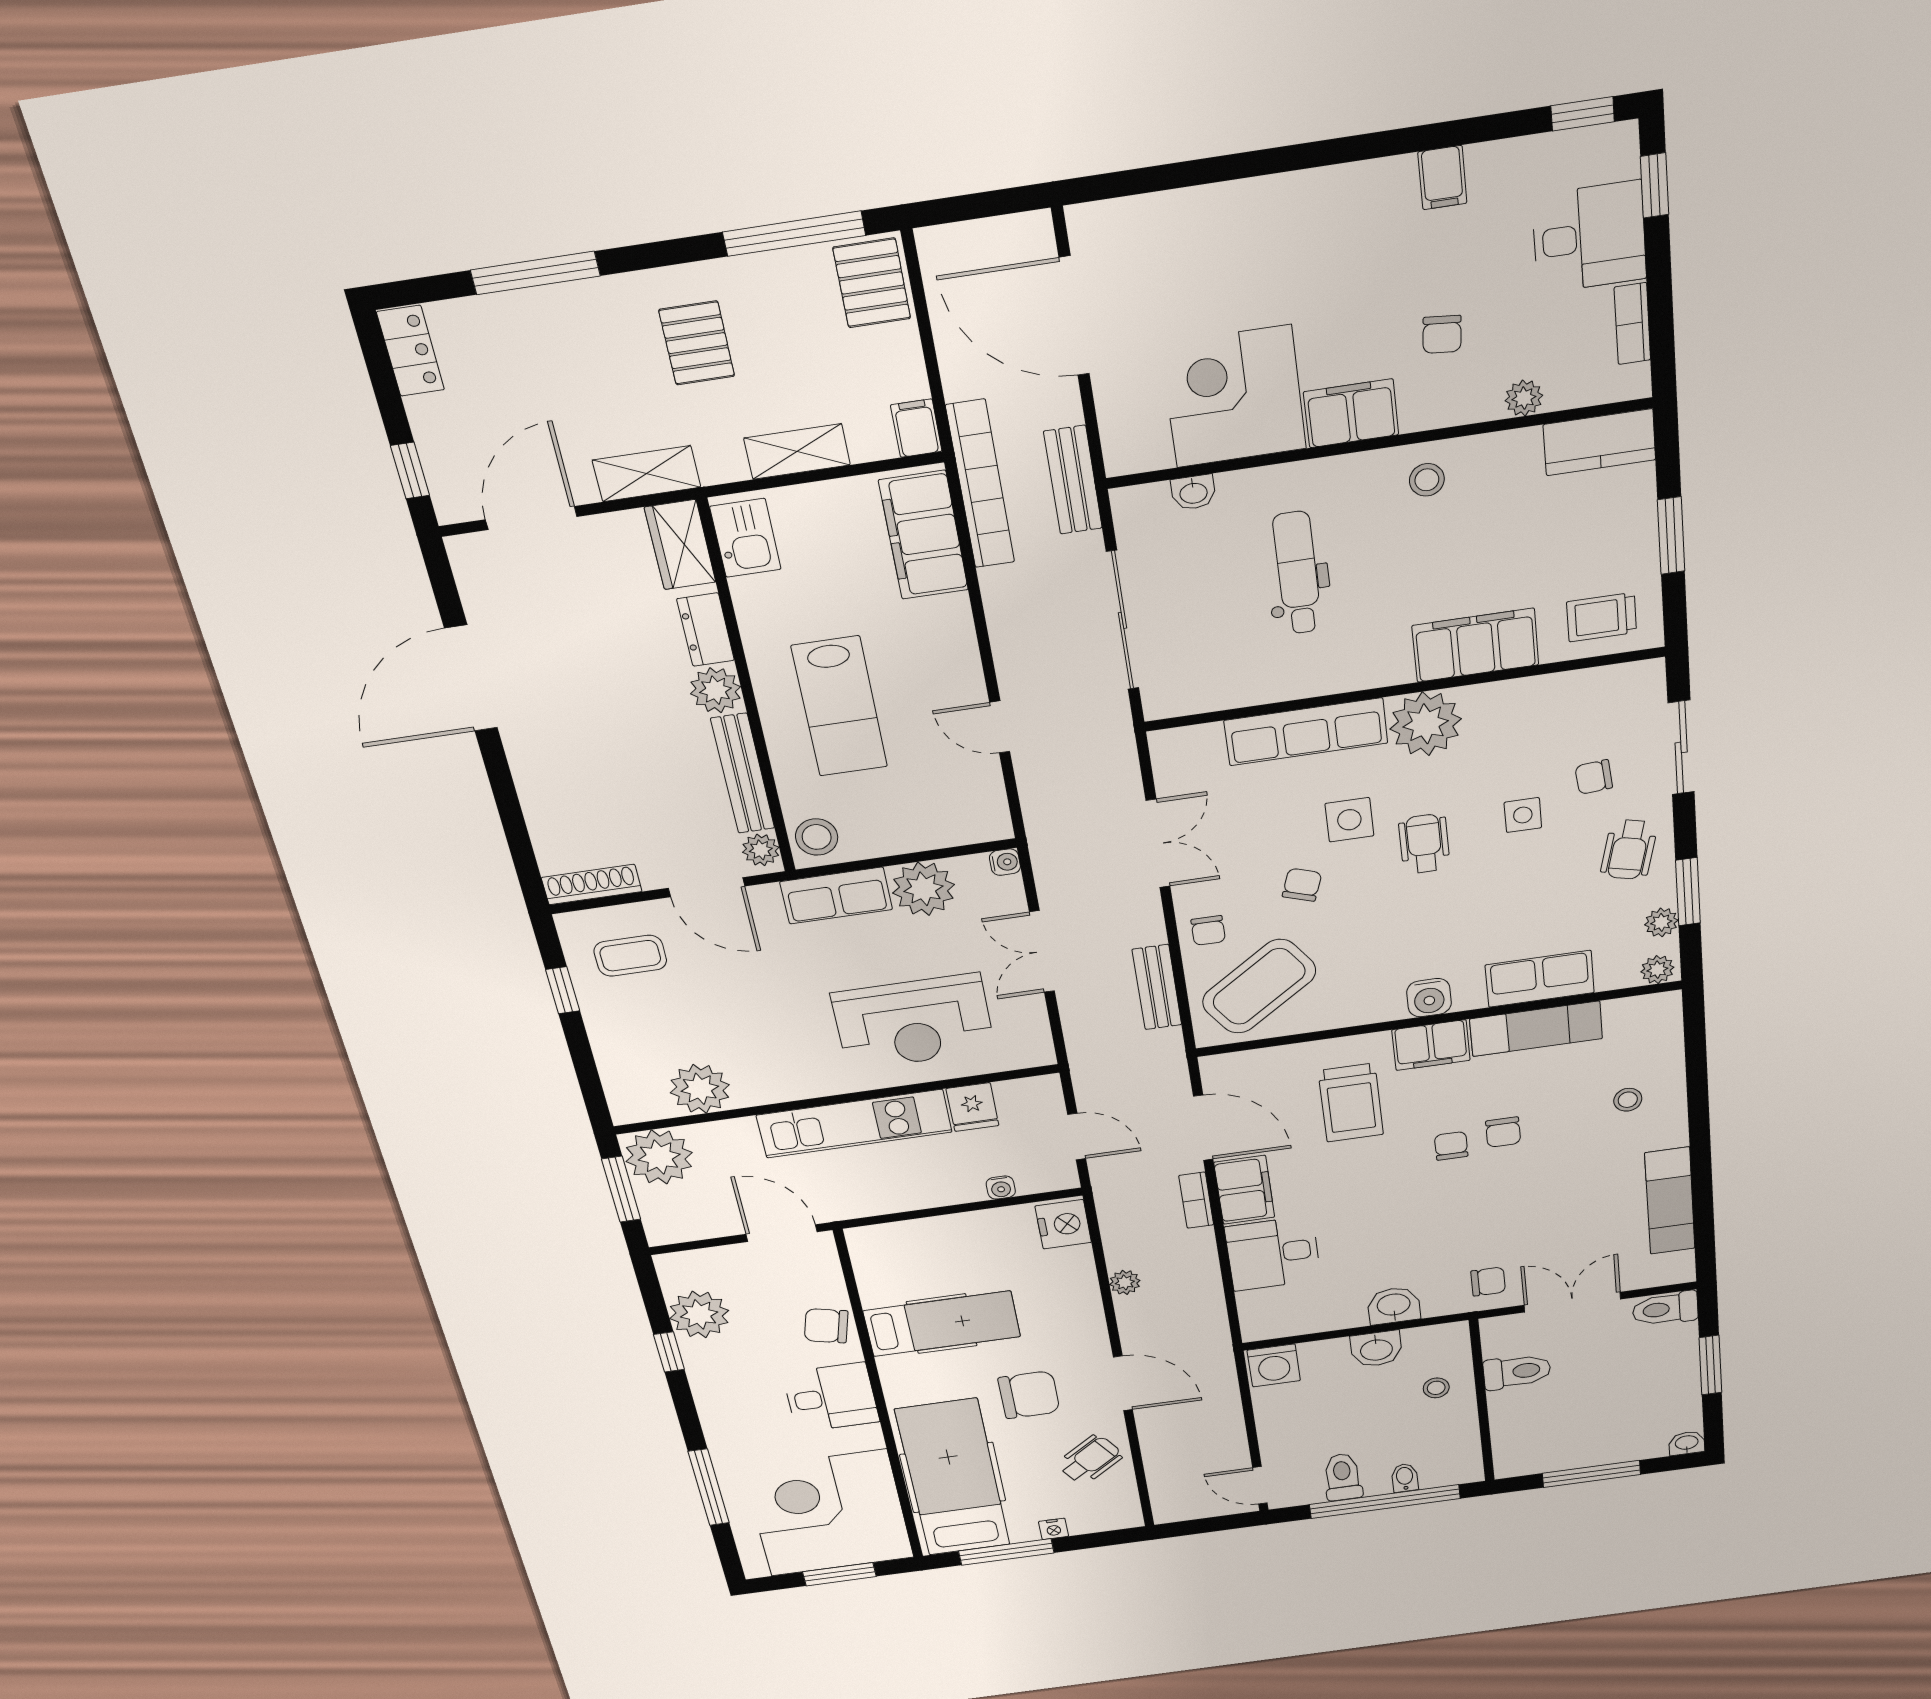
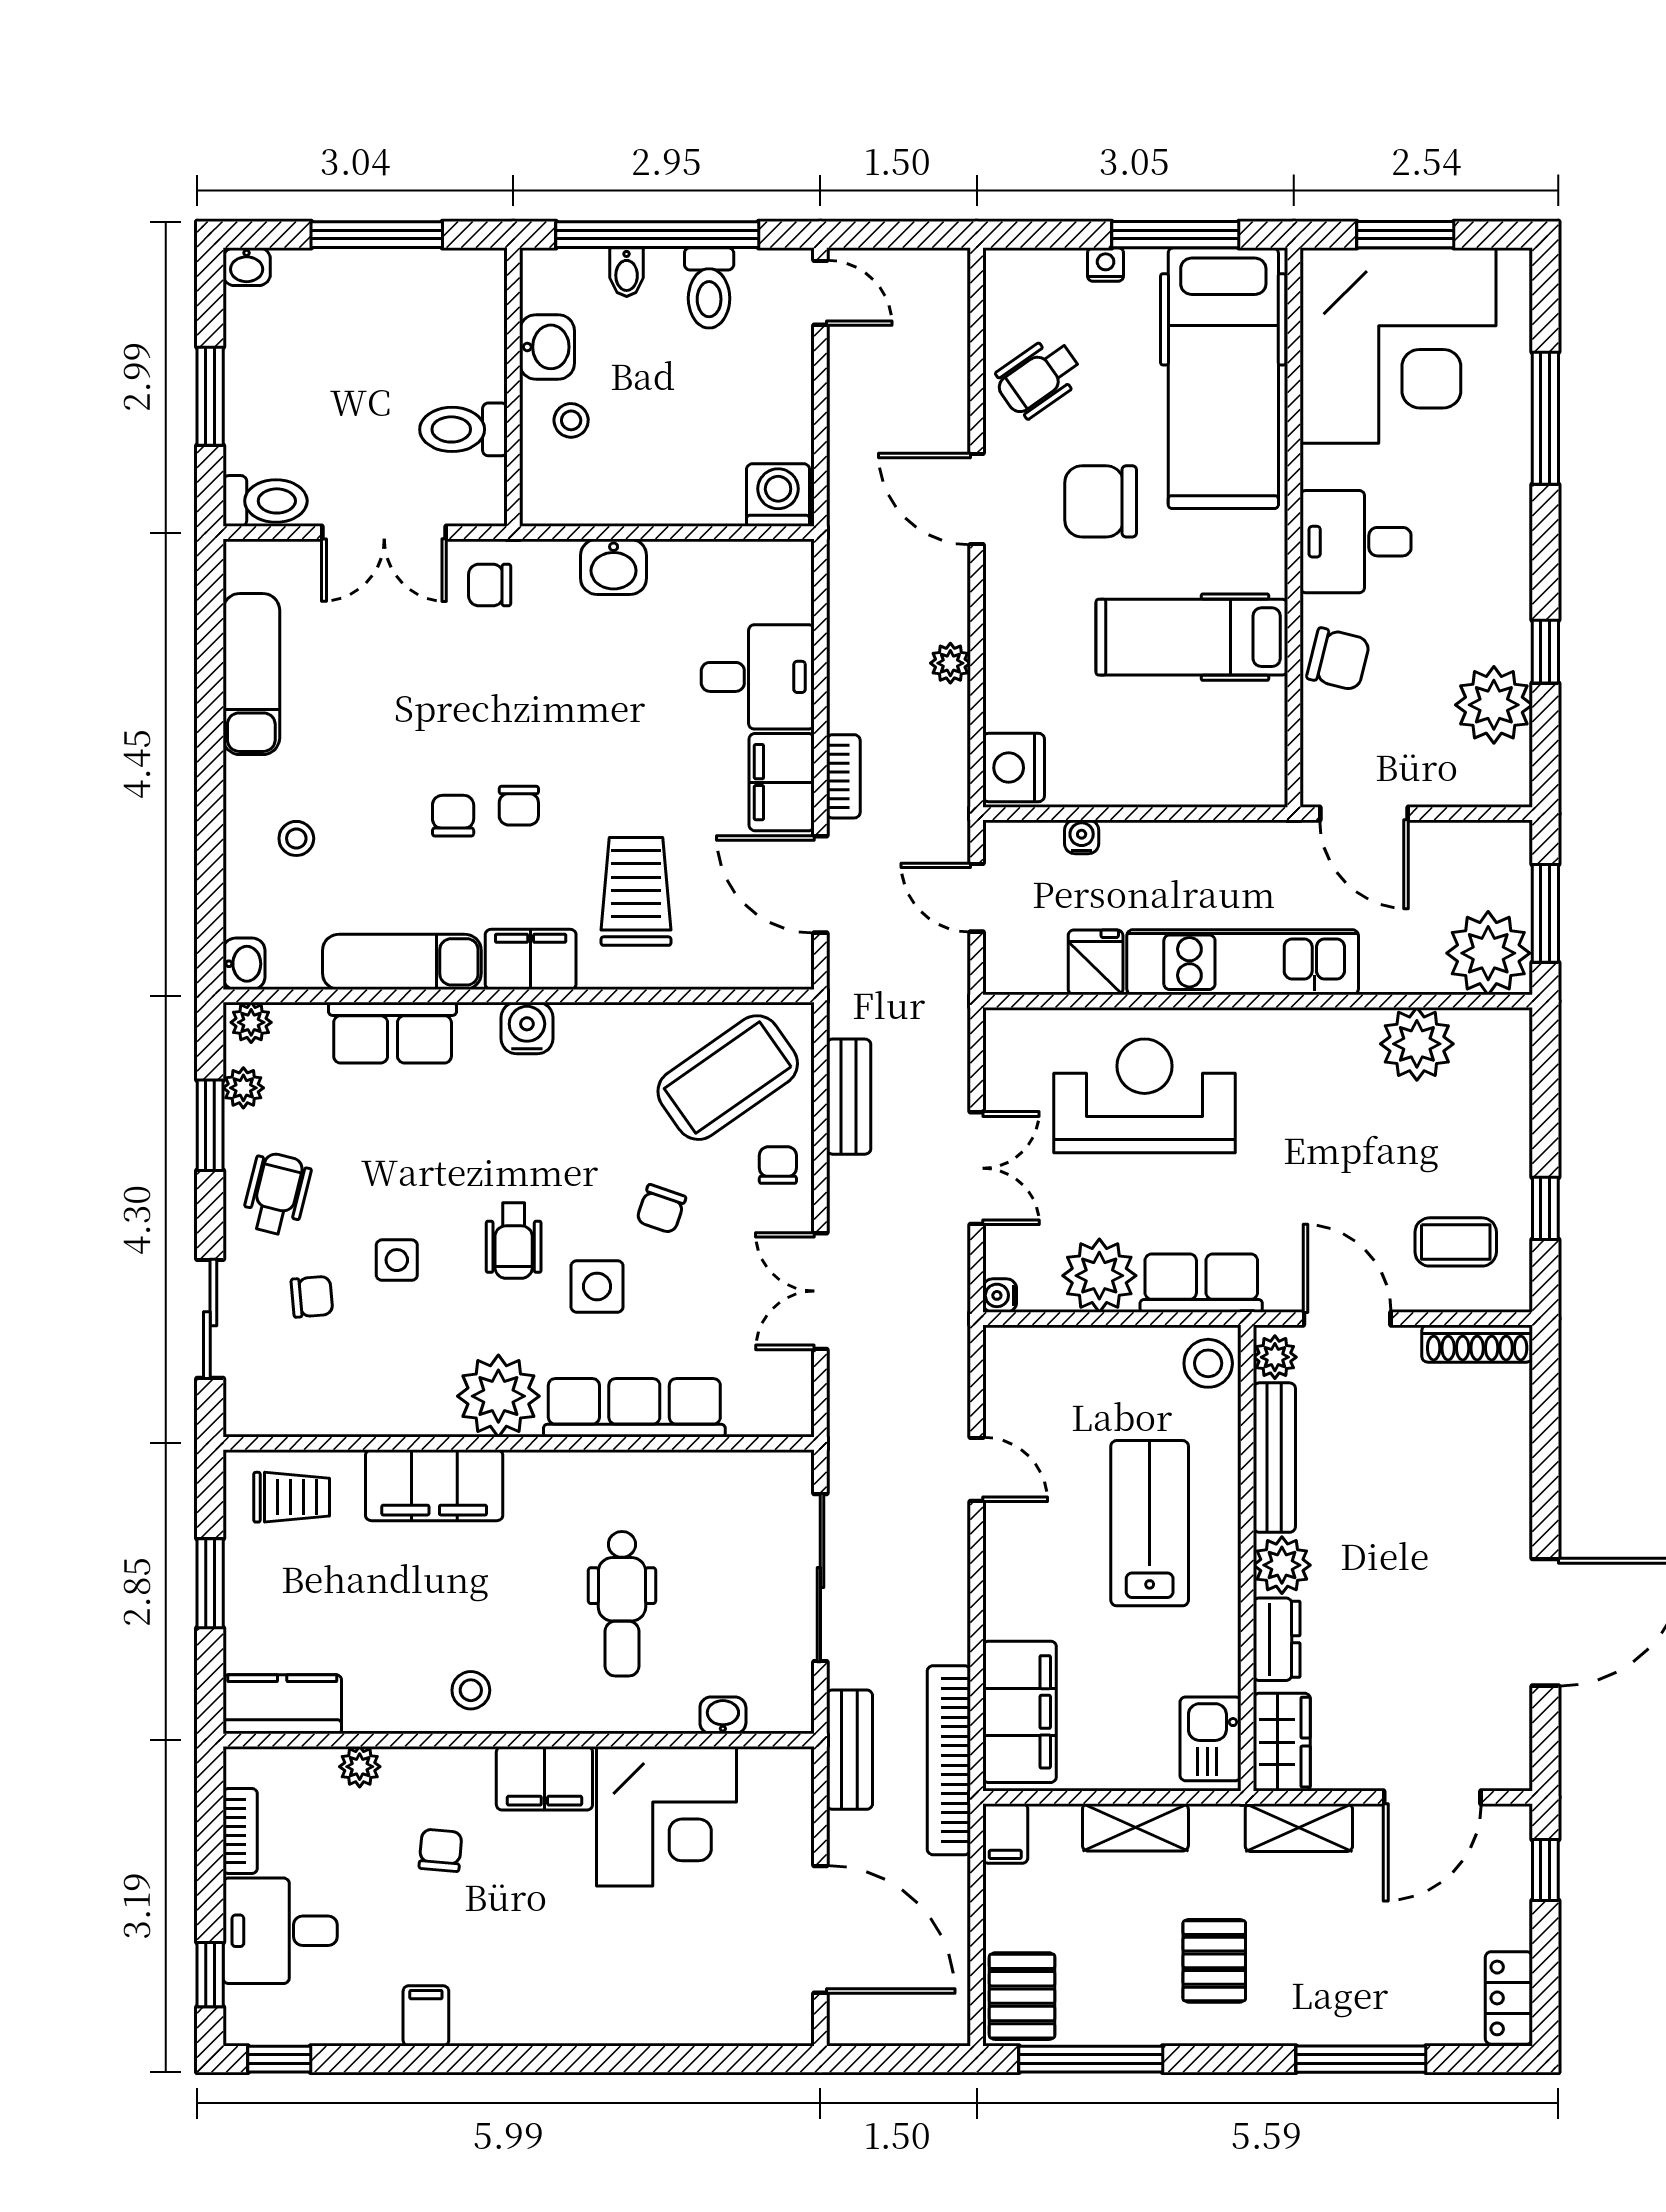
washbasin: (1665, 1009) -> (244, 964), added
washbasin: (1376, 1349) -> (547, 347), moved, turned 90

